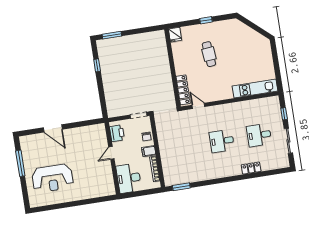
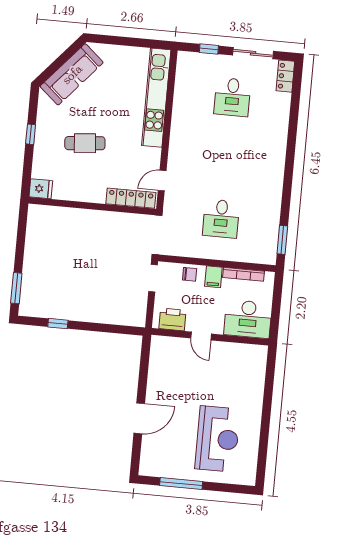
sofa: (248, 36) -> (72, 74), added
kitchen unit: (255, 88) -> (156, 98), width x1.36
desk: (222, 141) -> (221, 219), moved
locker: (251, 168) -> (285, 76), moved

